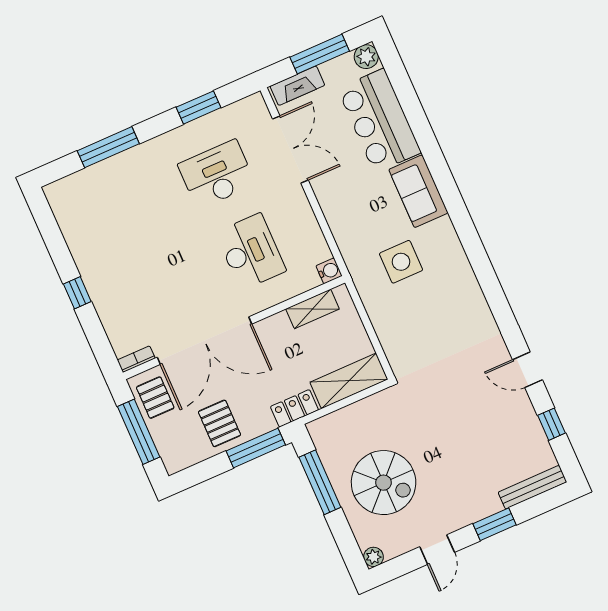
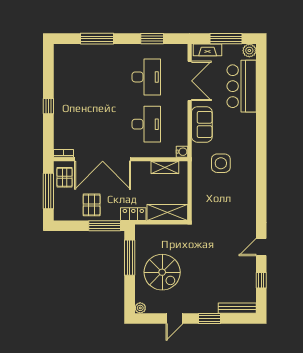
desk: (217, 174) -> (146, 77), turned 90
sofa: (418, 191) -> (202, 124), moved, turned 180
door: (528, 370) -> (261, 247), hinge flipped

